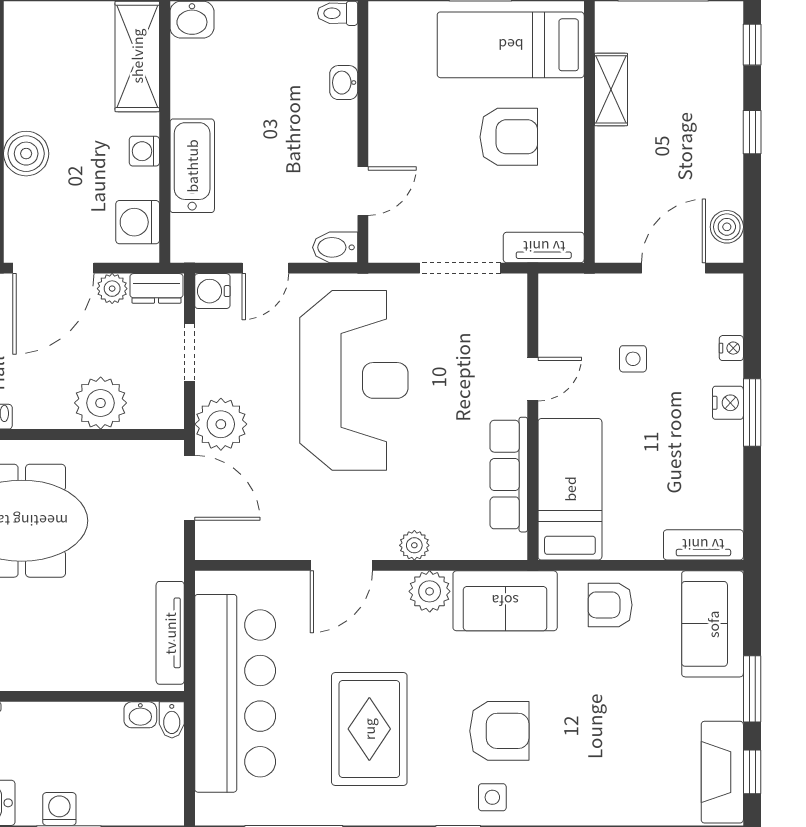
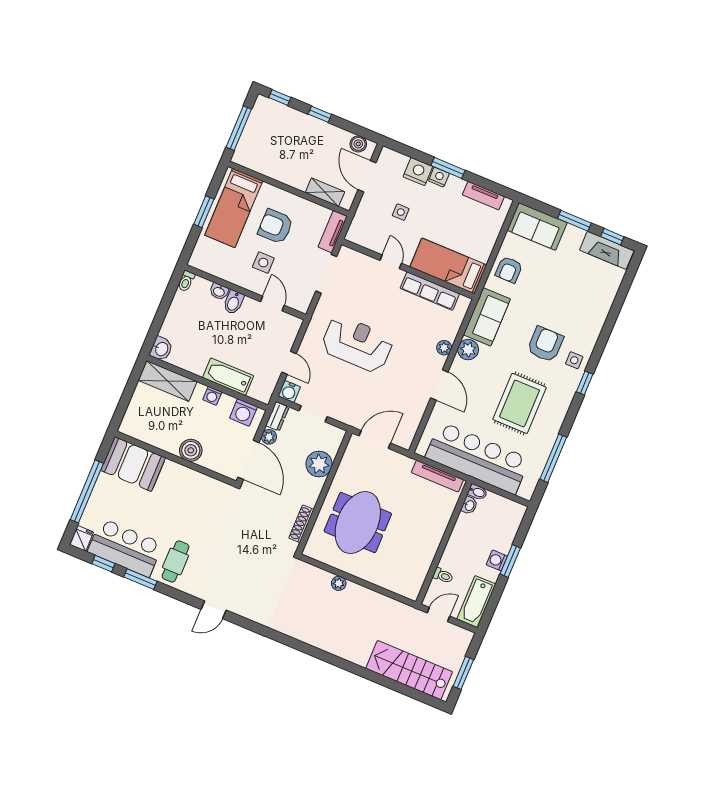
shelving: (611, 89) -> (325, 192), moved
armchair: (509, 137) -> (275, 226), turned -90
side table: (432, 142) -> (263, 263), added
bidet: (335, 247) -> (234, 302), moved
nightstand: (731, 348) -> (418, 172), width x1.89, depth x1.79
reception desk: (354, 380) -> (357, 344), width x0.74, depth x0.77
plant: (221, 424) -> (352, 413), removed
tv unit: (703, 545) -> (483, 196), moved, turned -90
rug: (369, 729) -> (519, 403), turned 90

